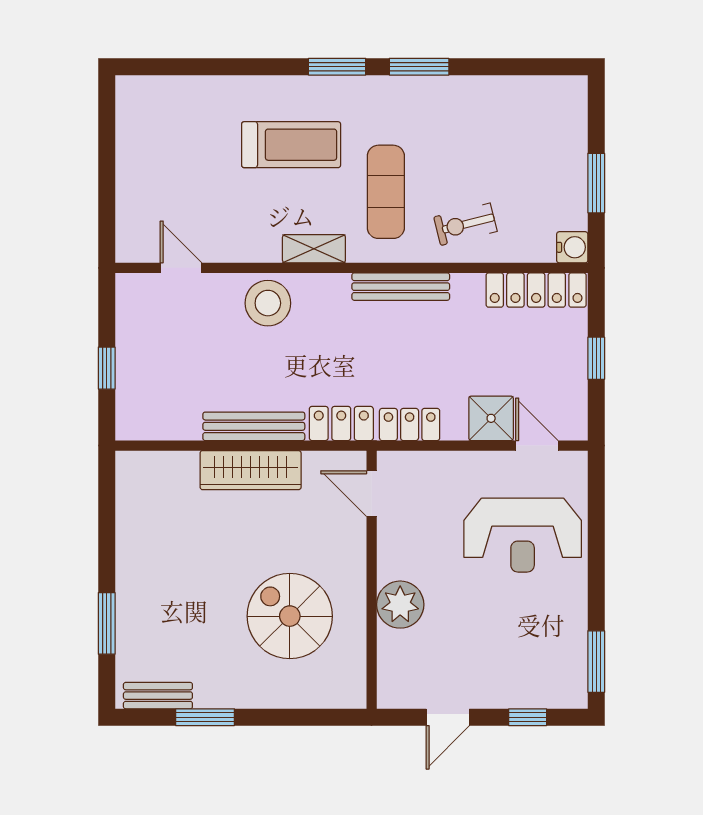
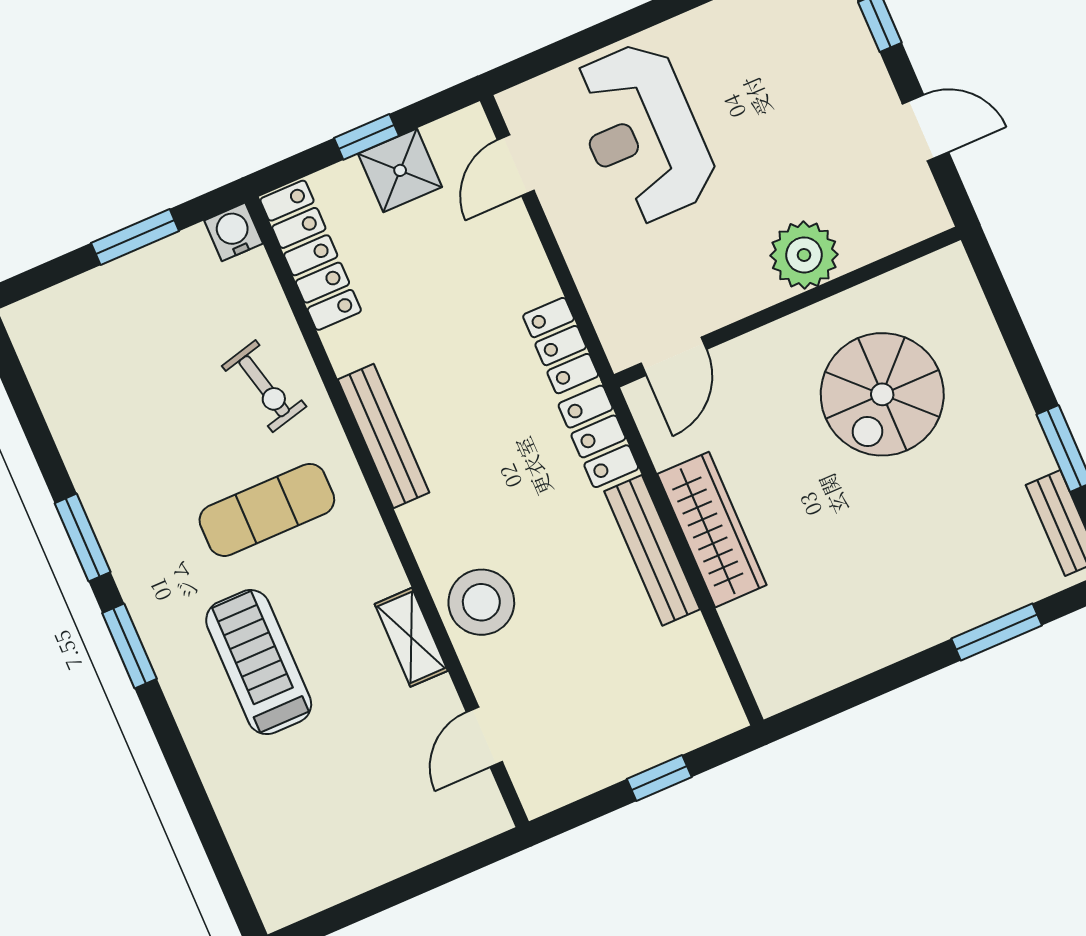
shelving: (314, 249) -> (411, 637), moved
shower: (491, 418) -> (400, 170), moved
reception desk: (523, 535) -> (642, 133), turned 180

